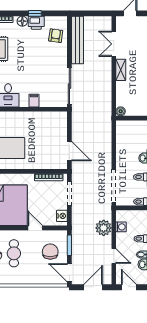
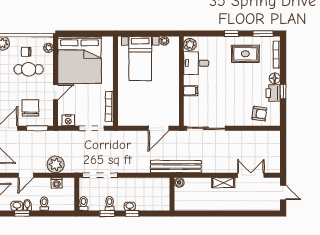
bench: (78, 40) -> (176, 167), moved
door: (69, 151) -> (159, 128), moved
chair: (50, 252) -> (30, 108), turned -90

